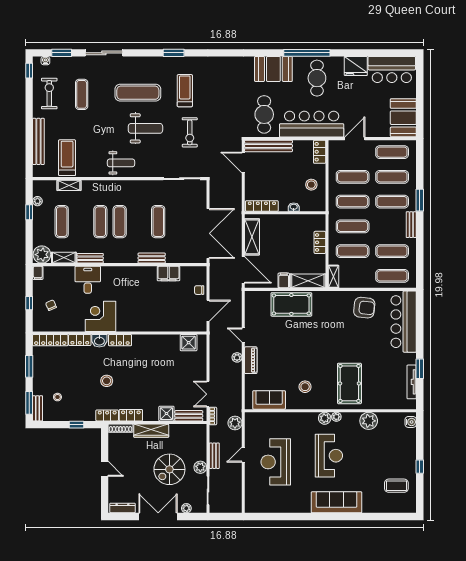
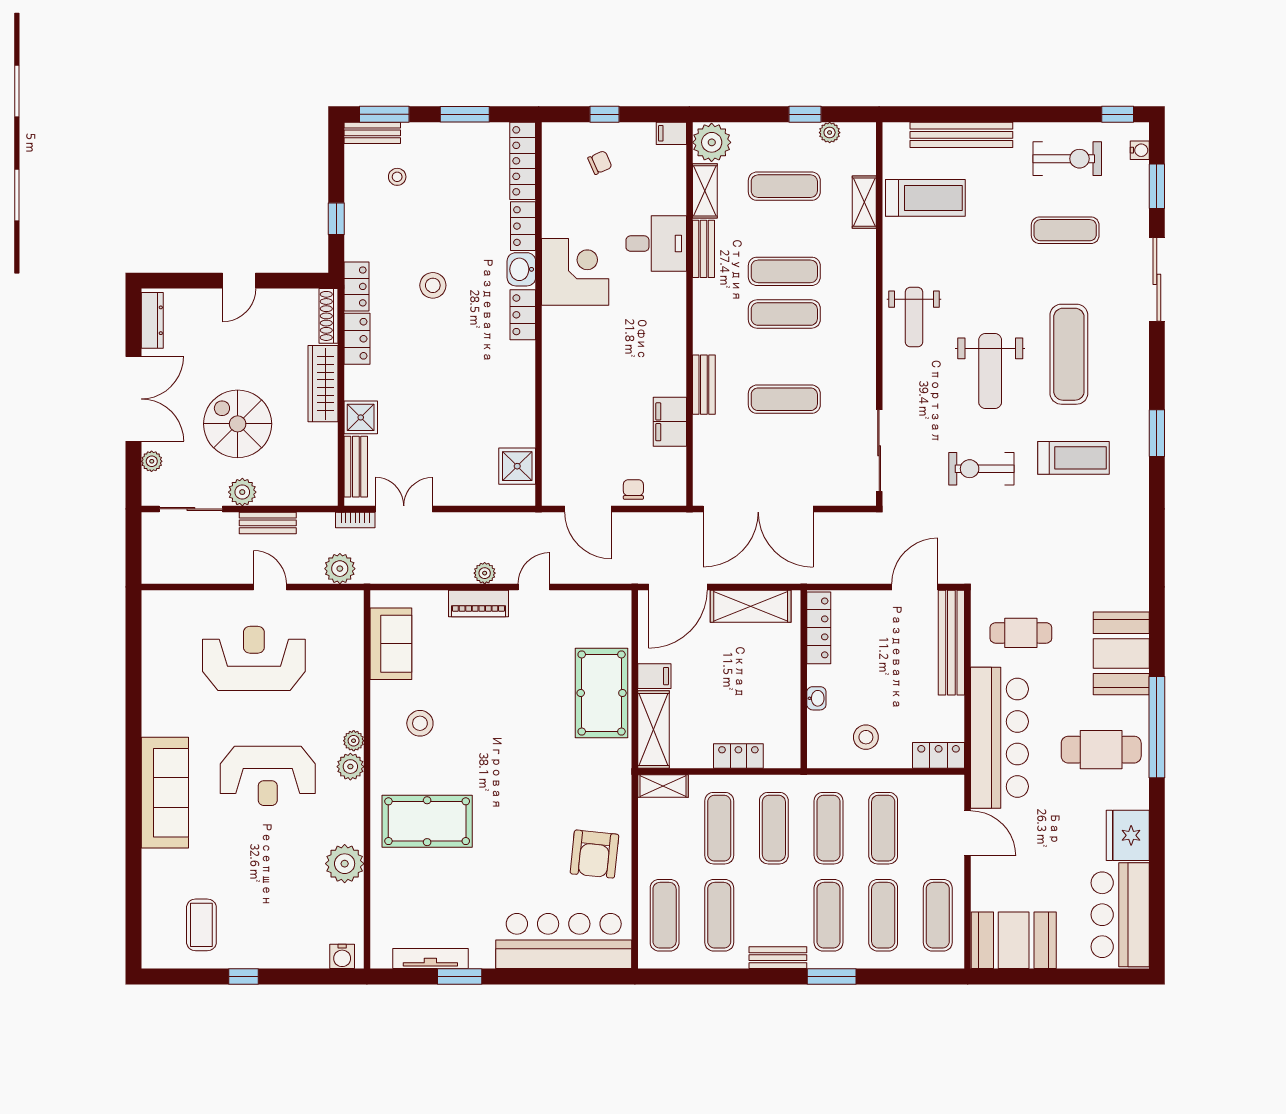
cafe table: (264, 114) -> (1021, 633), width x0.73, depth x0.74
plant: (336, 417) -> (354, 741), moved

